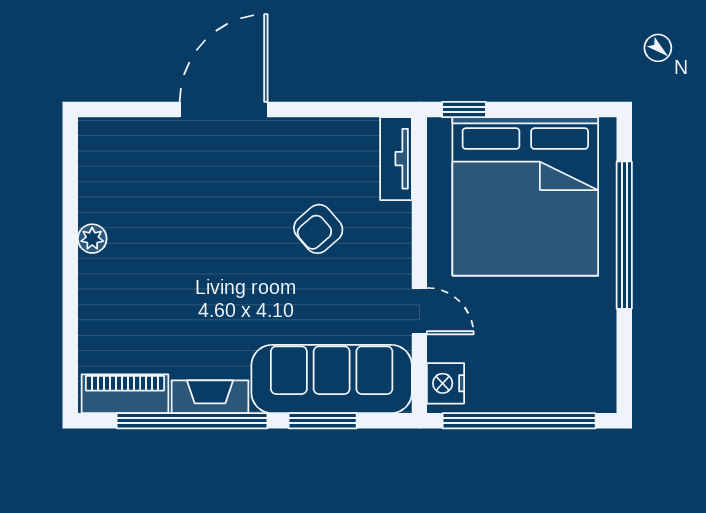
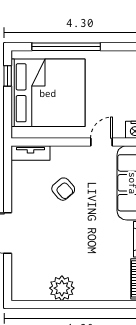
window: (464, 110) -> (8, 76), moved
plant: (92, 239) -> (62, 288), width x1.87, depth x1.87

